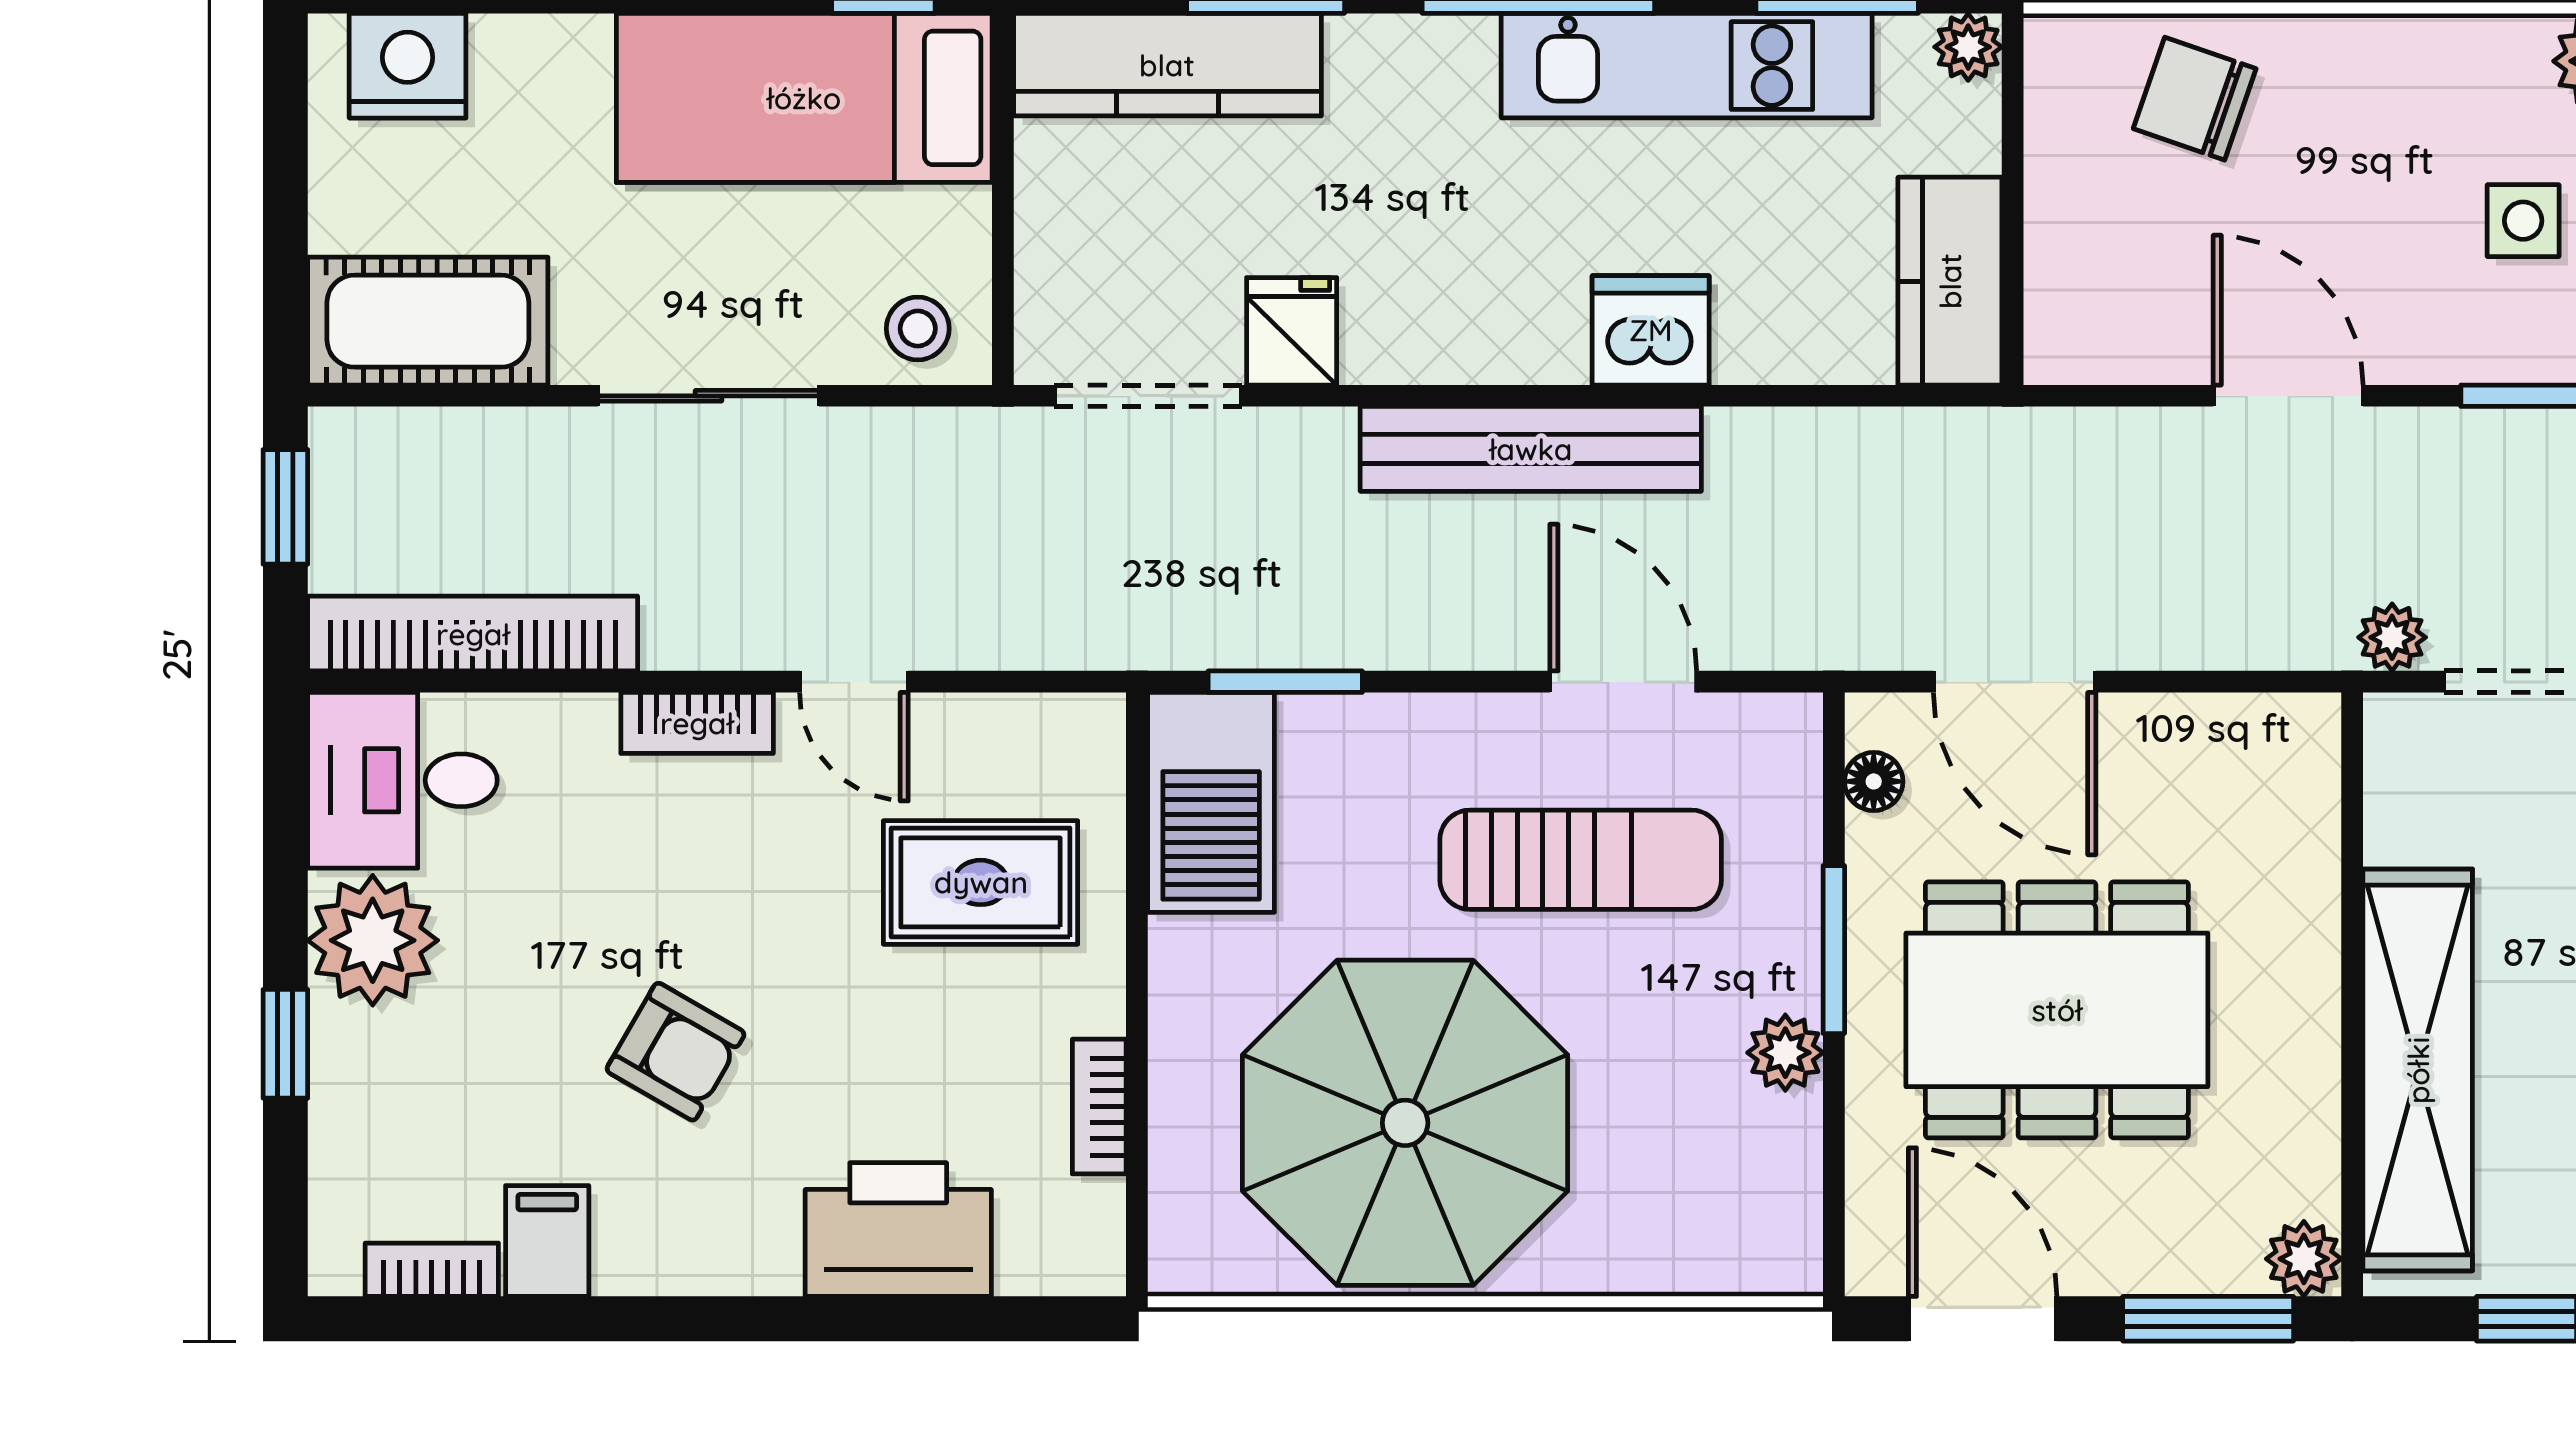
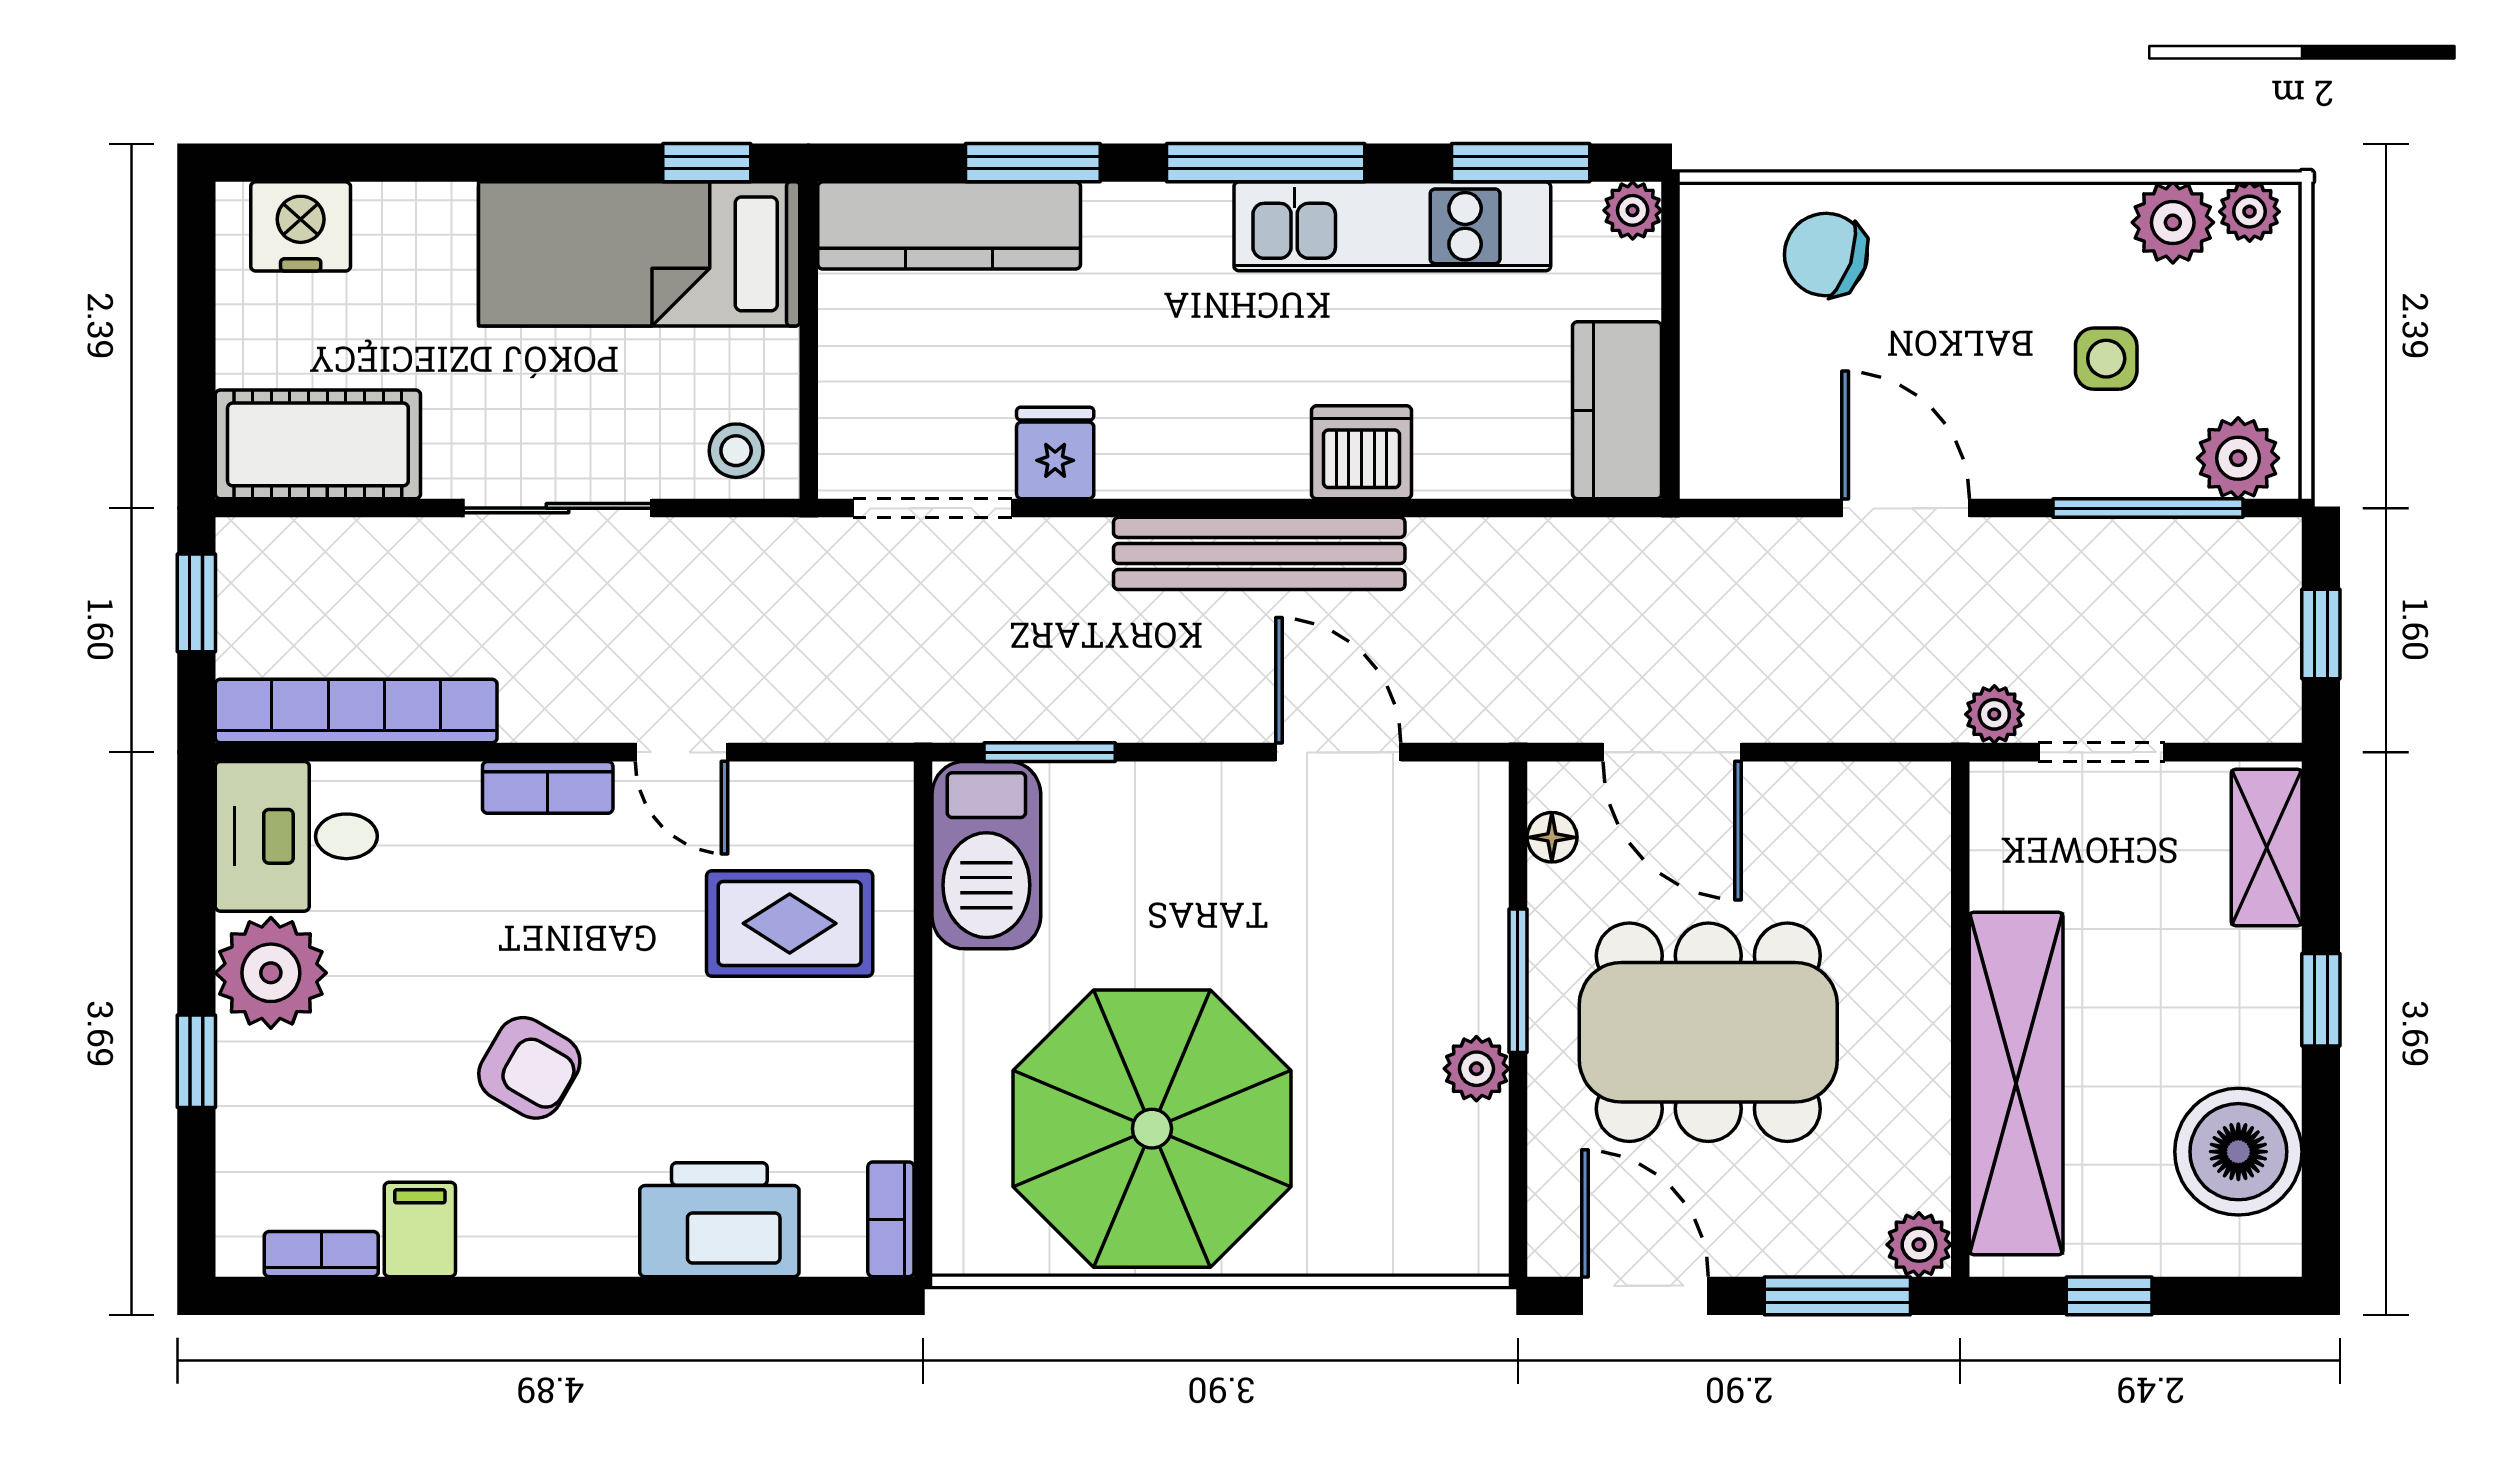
sun lounger: (1581, 860) -> (1302, 904), removed
bookcase: (1099, 1107) -> (891, 1219), moved

